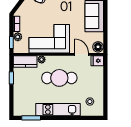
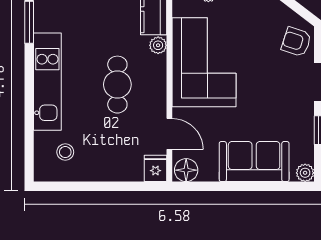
door: (82, 54) -> (169, 134), hinge flipped
cafe table: (59, 78) -> (117, 85), width x0.73, depth x0.74

